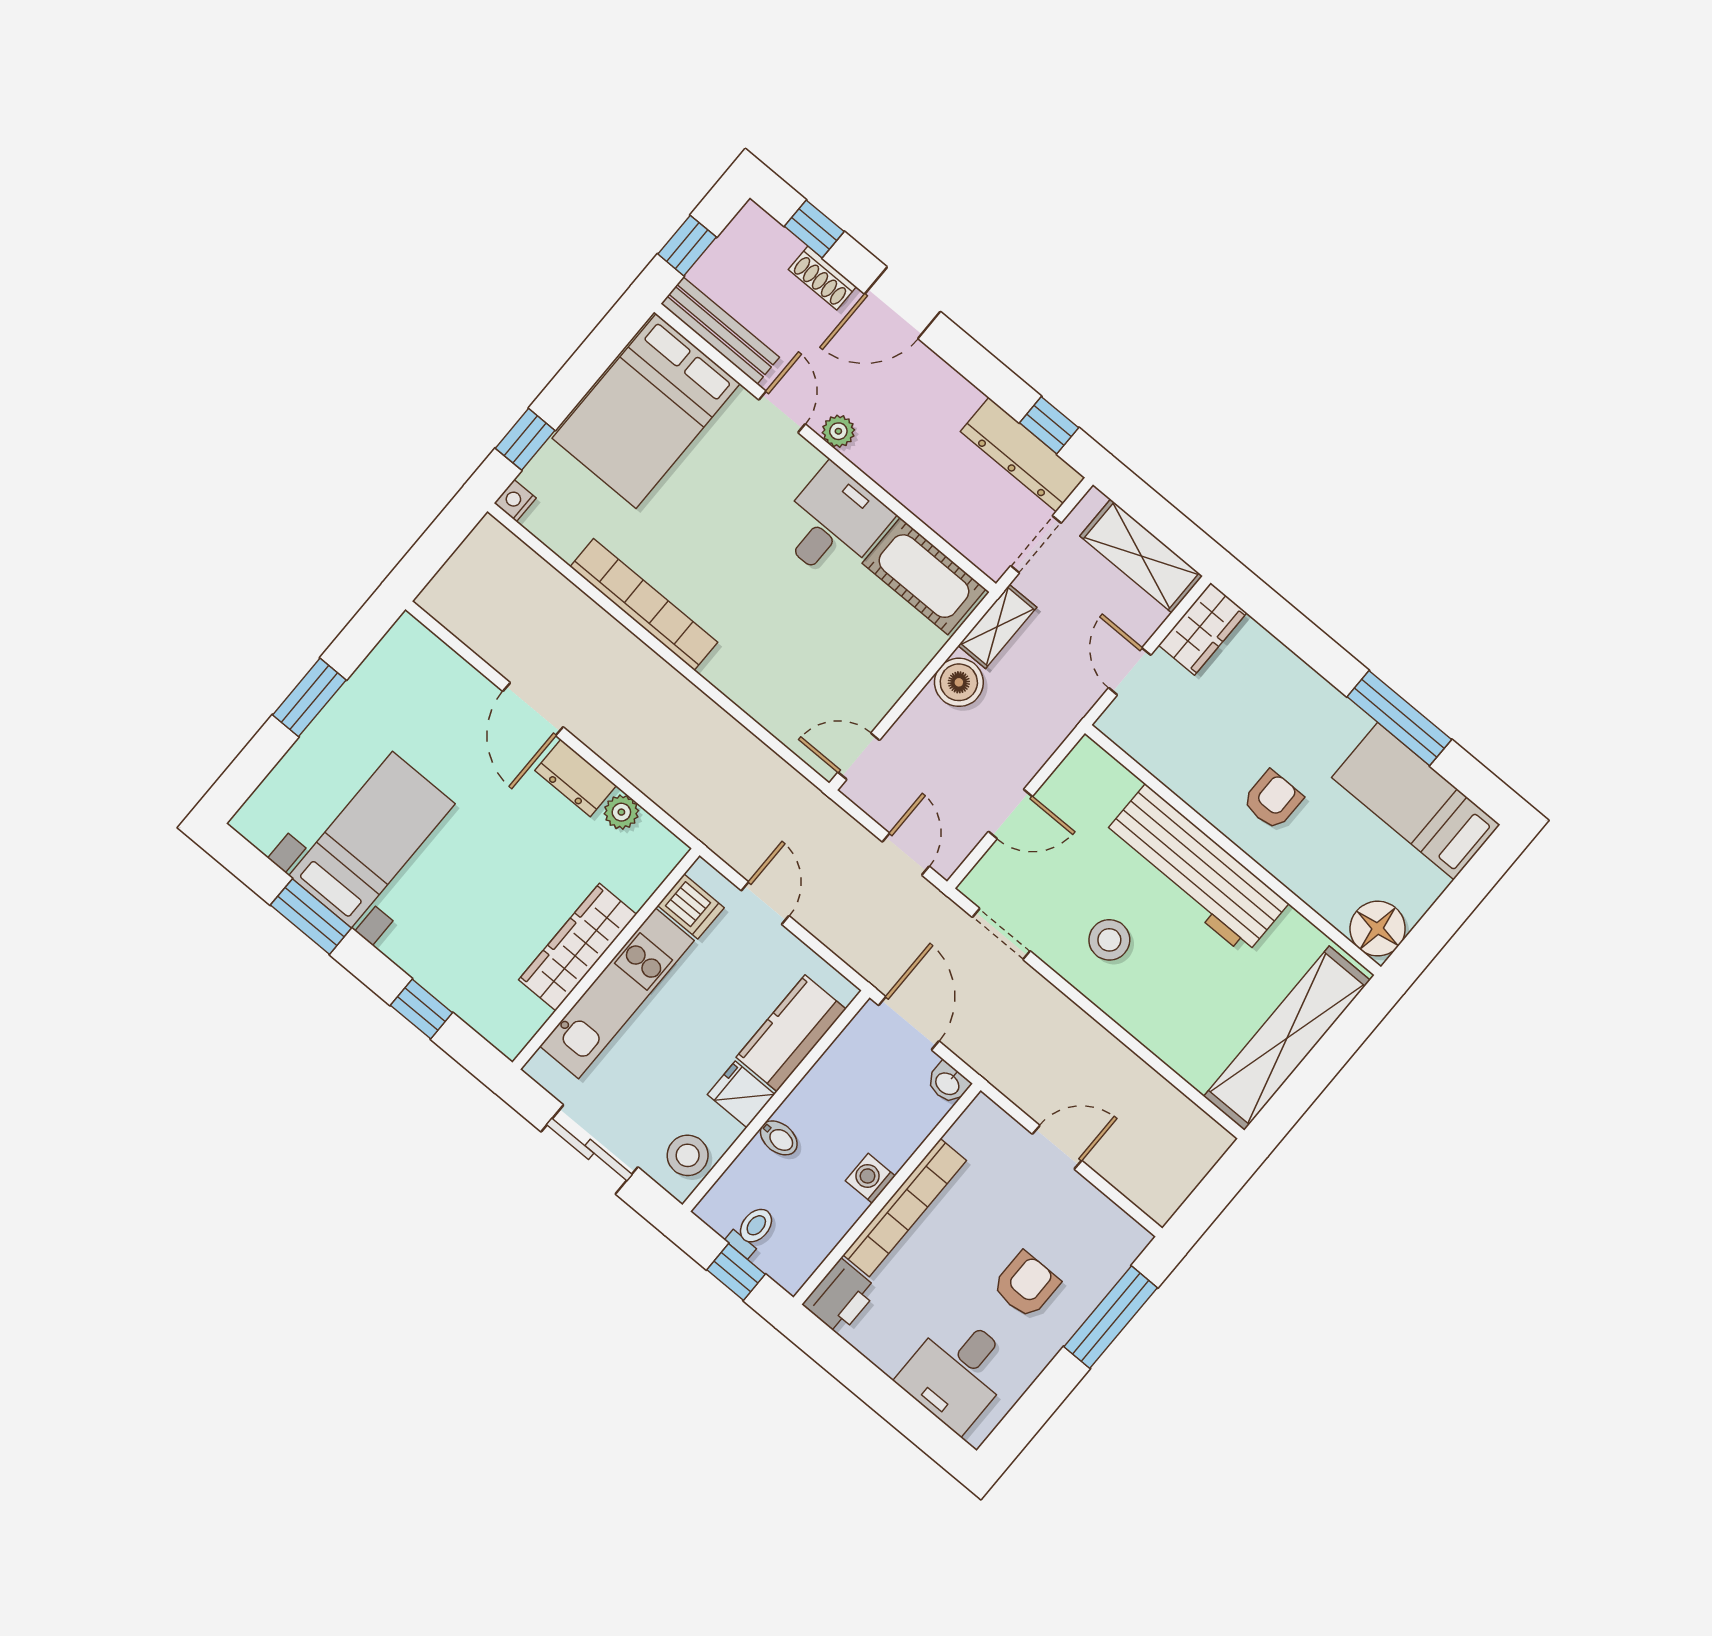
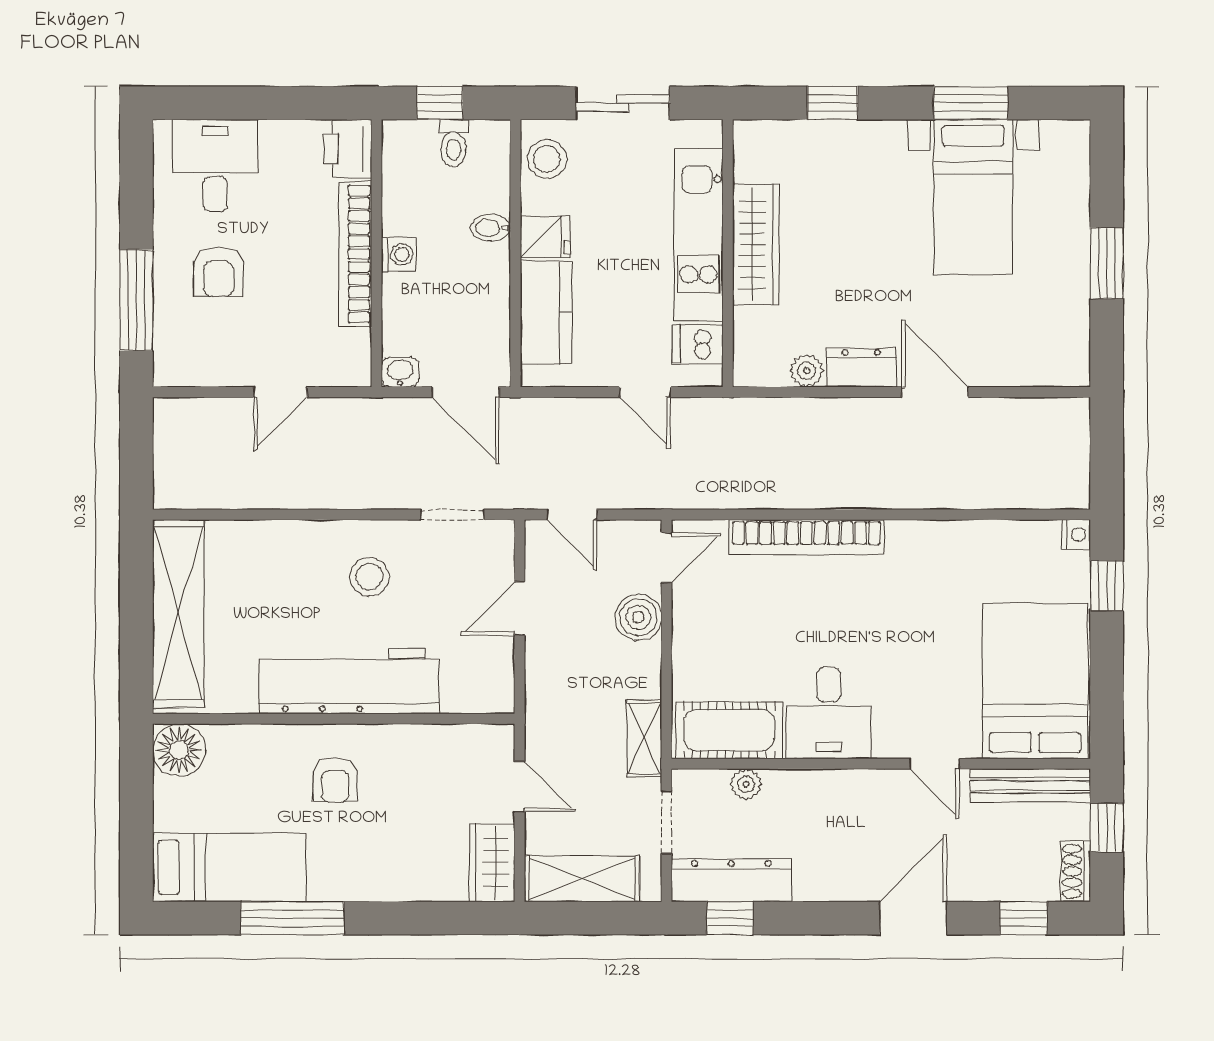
shoe rack: (822, 278) -> (1076, 871), moved, turned -90
plant: (838, 431) -> (746, 784), moved
bookcase: (644, 604) -> (806, 537), moved
boiler: (959, 682) -> (638, 617), moved

